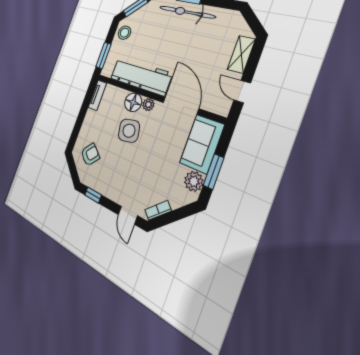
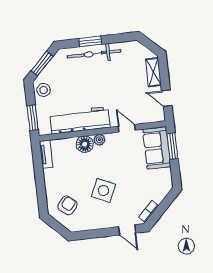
door: (181, 106) -> (127, 128), width x0.53
side table: (129, 131) -> (103, 190), moved, turned 36
window: (214, 172) -> (172, 146), moved
plant: (194, 181) -> (164, 176), removed
window: (93, 195) -> (89, 234), removed

